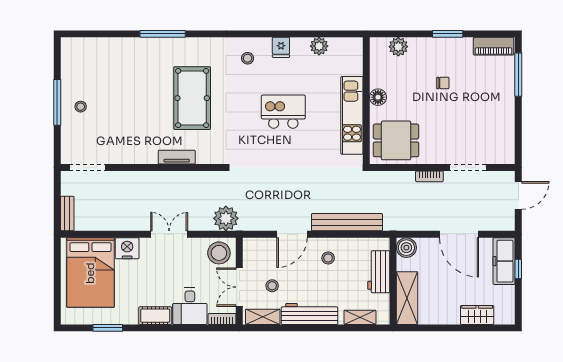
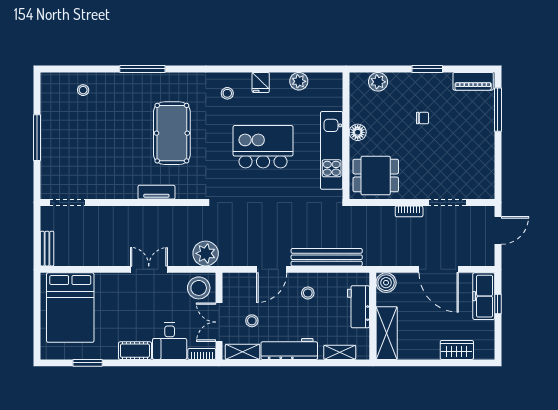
stool: (81, 107) -> (83, 90), moved
kitchen island: (283, 112) -> (263, 147), width x1.37, depth x1.28
nightstand: (127, 248) -> (107, 283), removed

